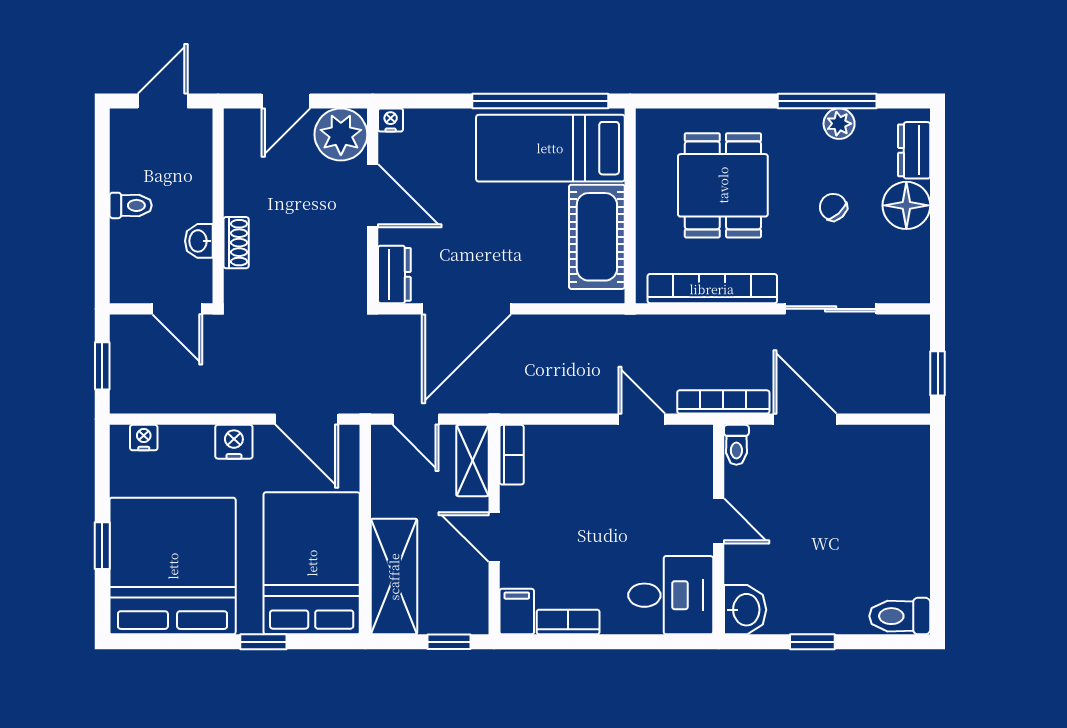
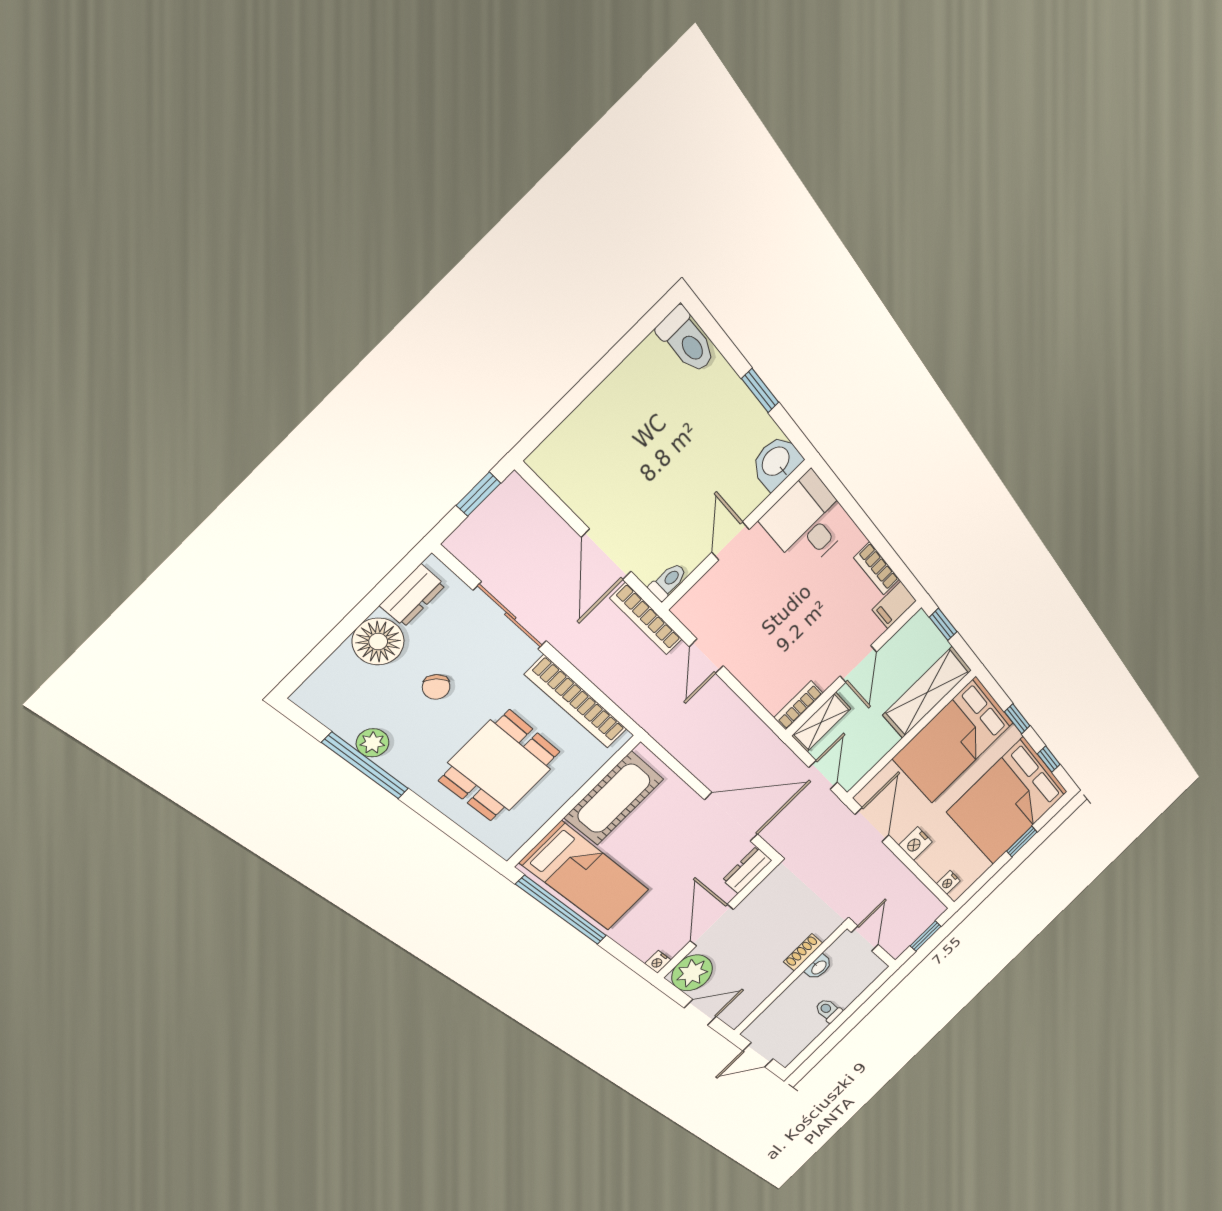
dresser: (914, 150) -> (413, 596), moved
window: (176, 642) -> (1049, 759), added

